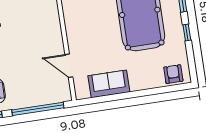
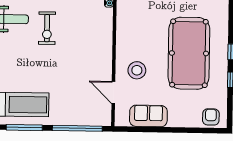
stool: (89, 39) -> (137, 70), added

